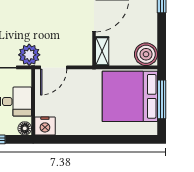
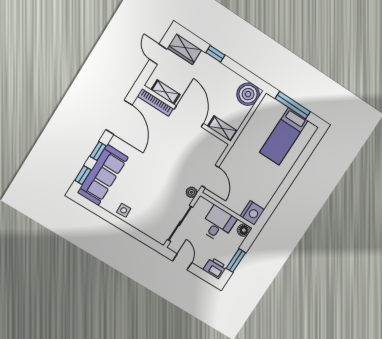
plant: (29, 55) -> (191, 192), width x0.53, depth x0.53
bed: (130, 96) -> (284, 136), width x0.49

